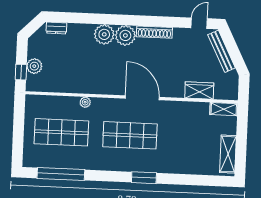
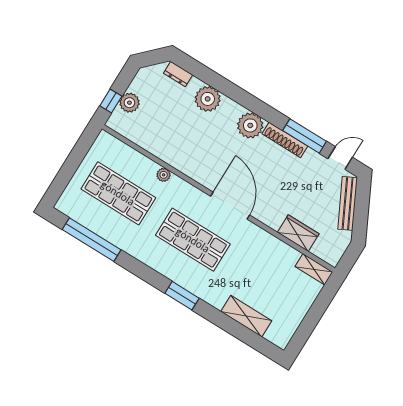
window: (166, 22) -> (305, 136), added
plant: (104, 34) -> (208, 99), moved
shelving: (228, 154) -> (246, 316), moved, turned 90

